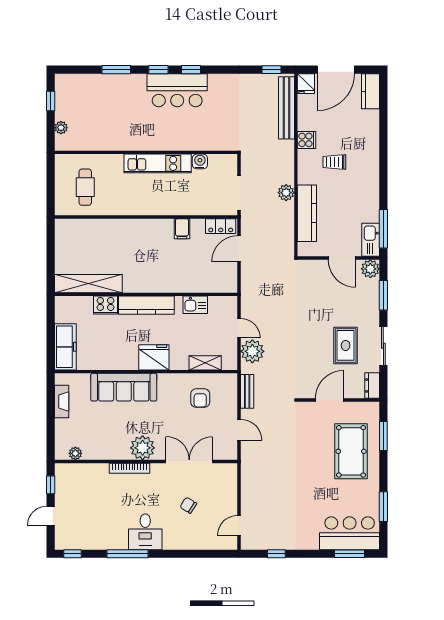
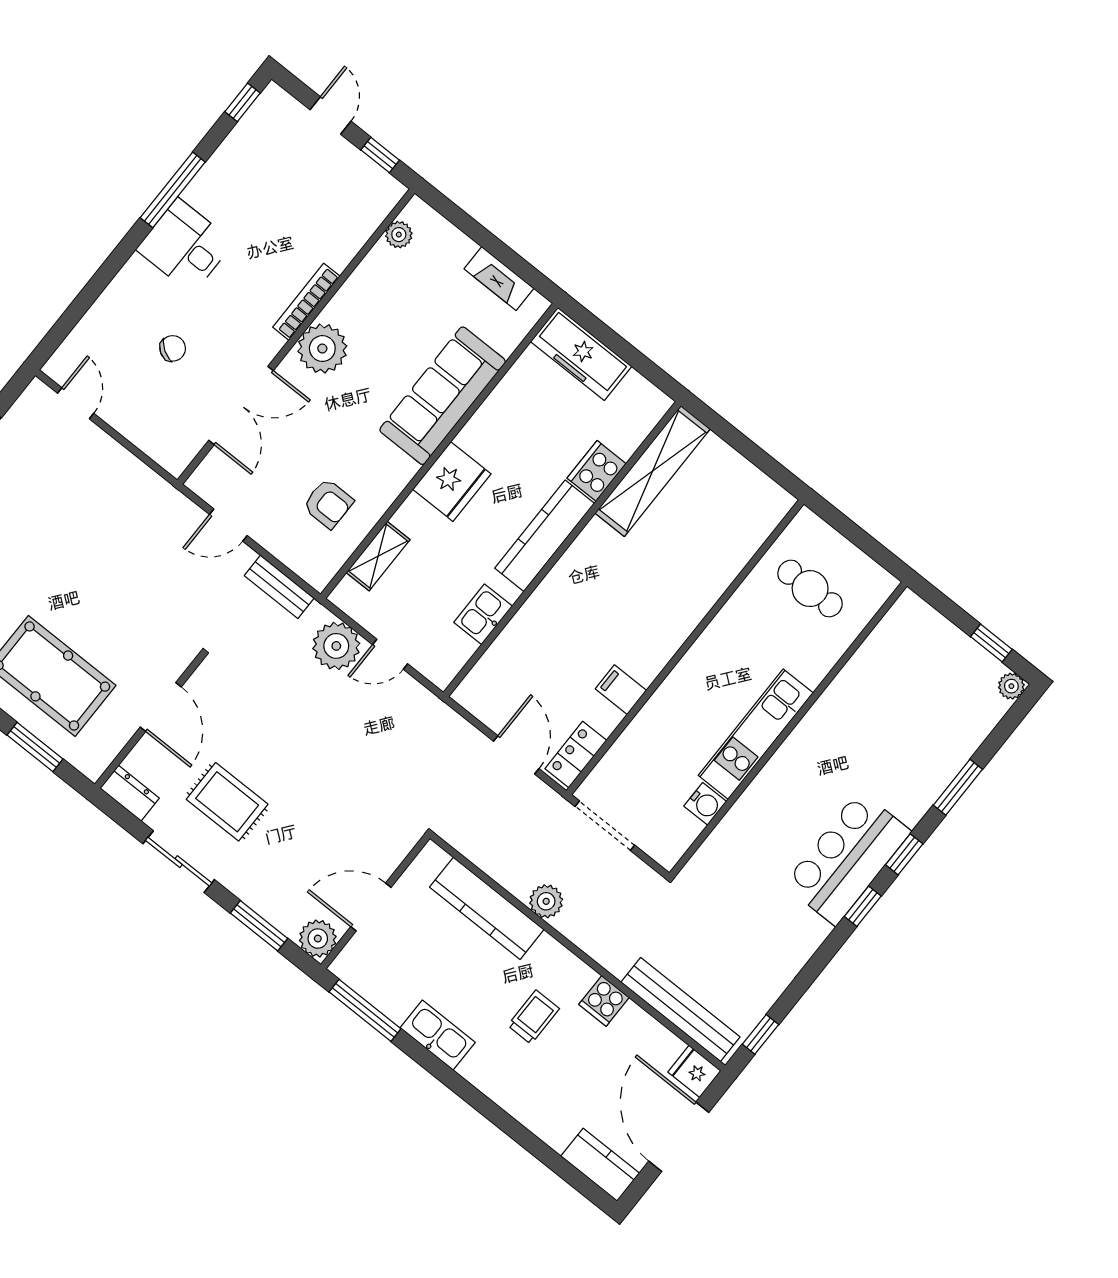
plant: (61, 128) -> (1011, 686), moved
kitchen sink: (371, 240) -> (438, 1035), moved
armchair: (200, 398) -> (328, 504), turned 180

